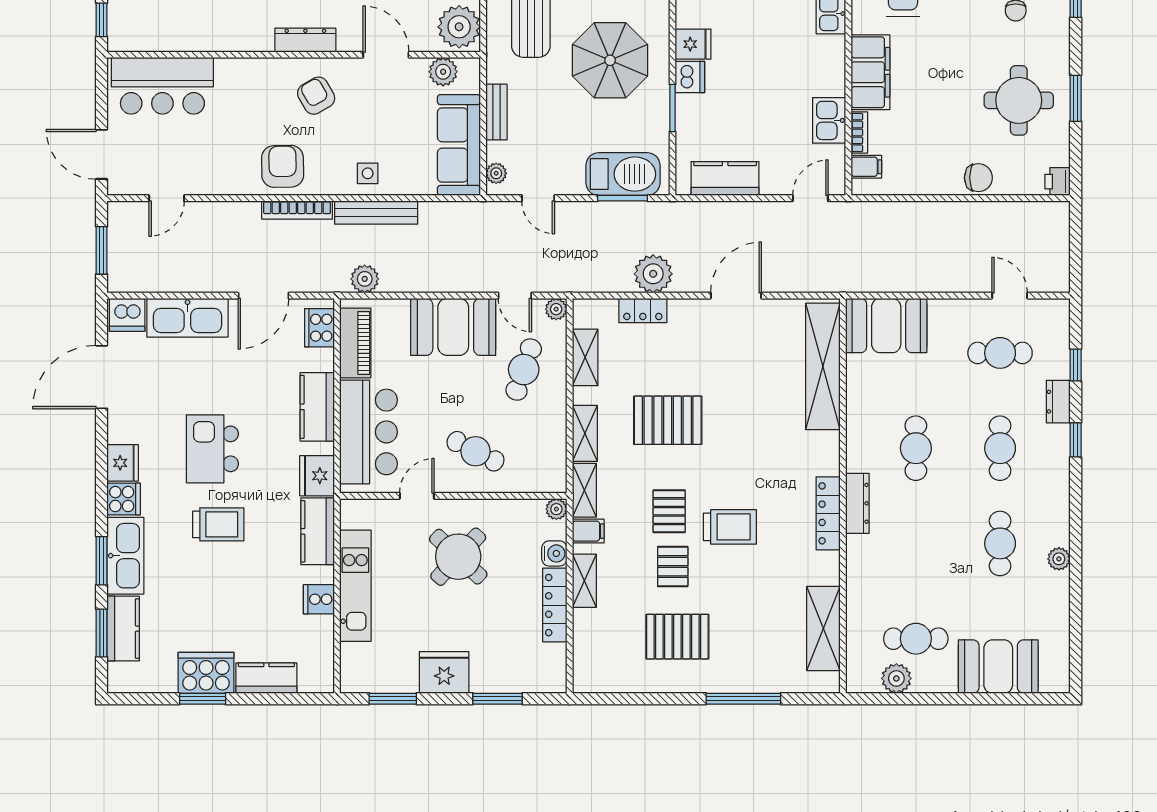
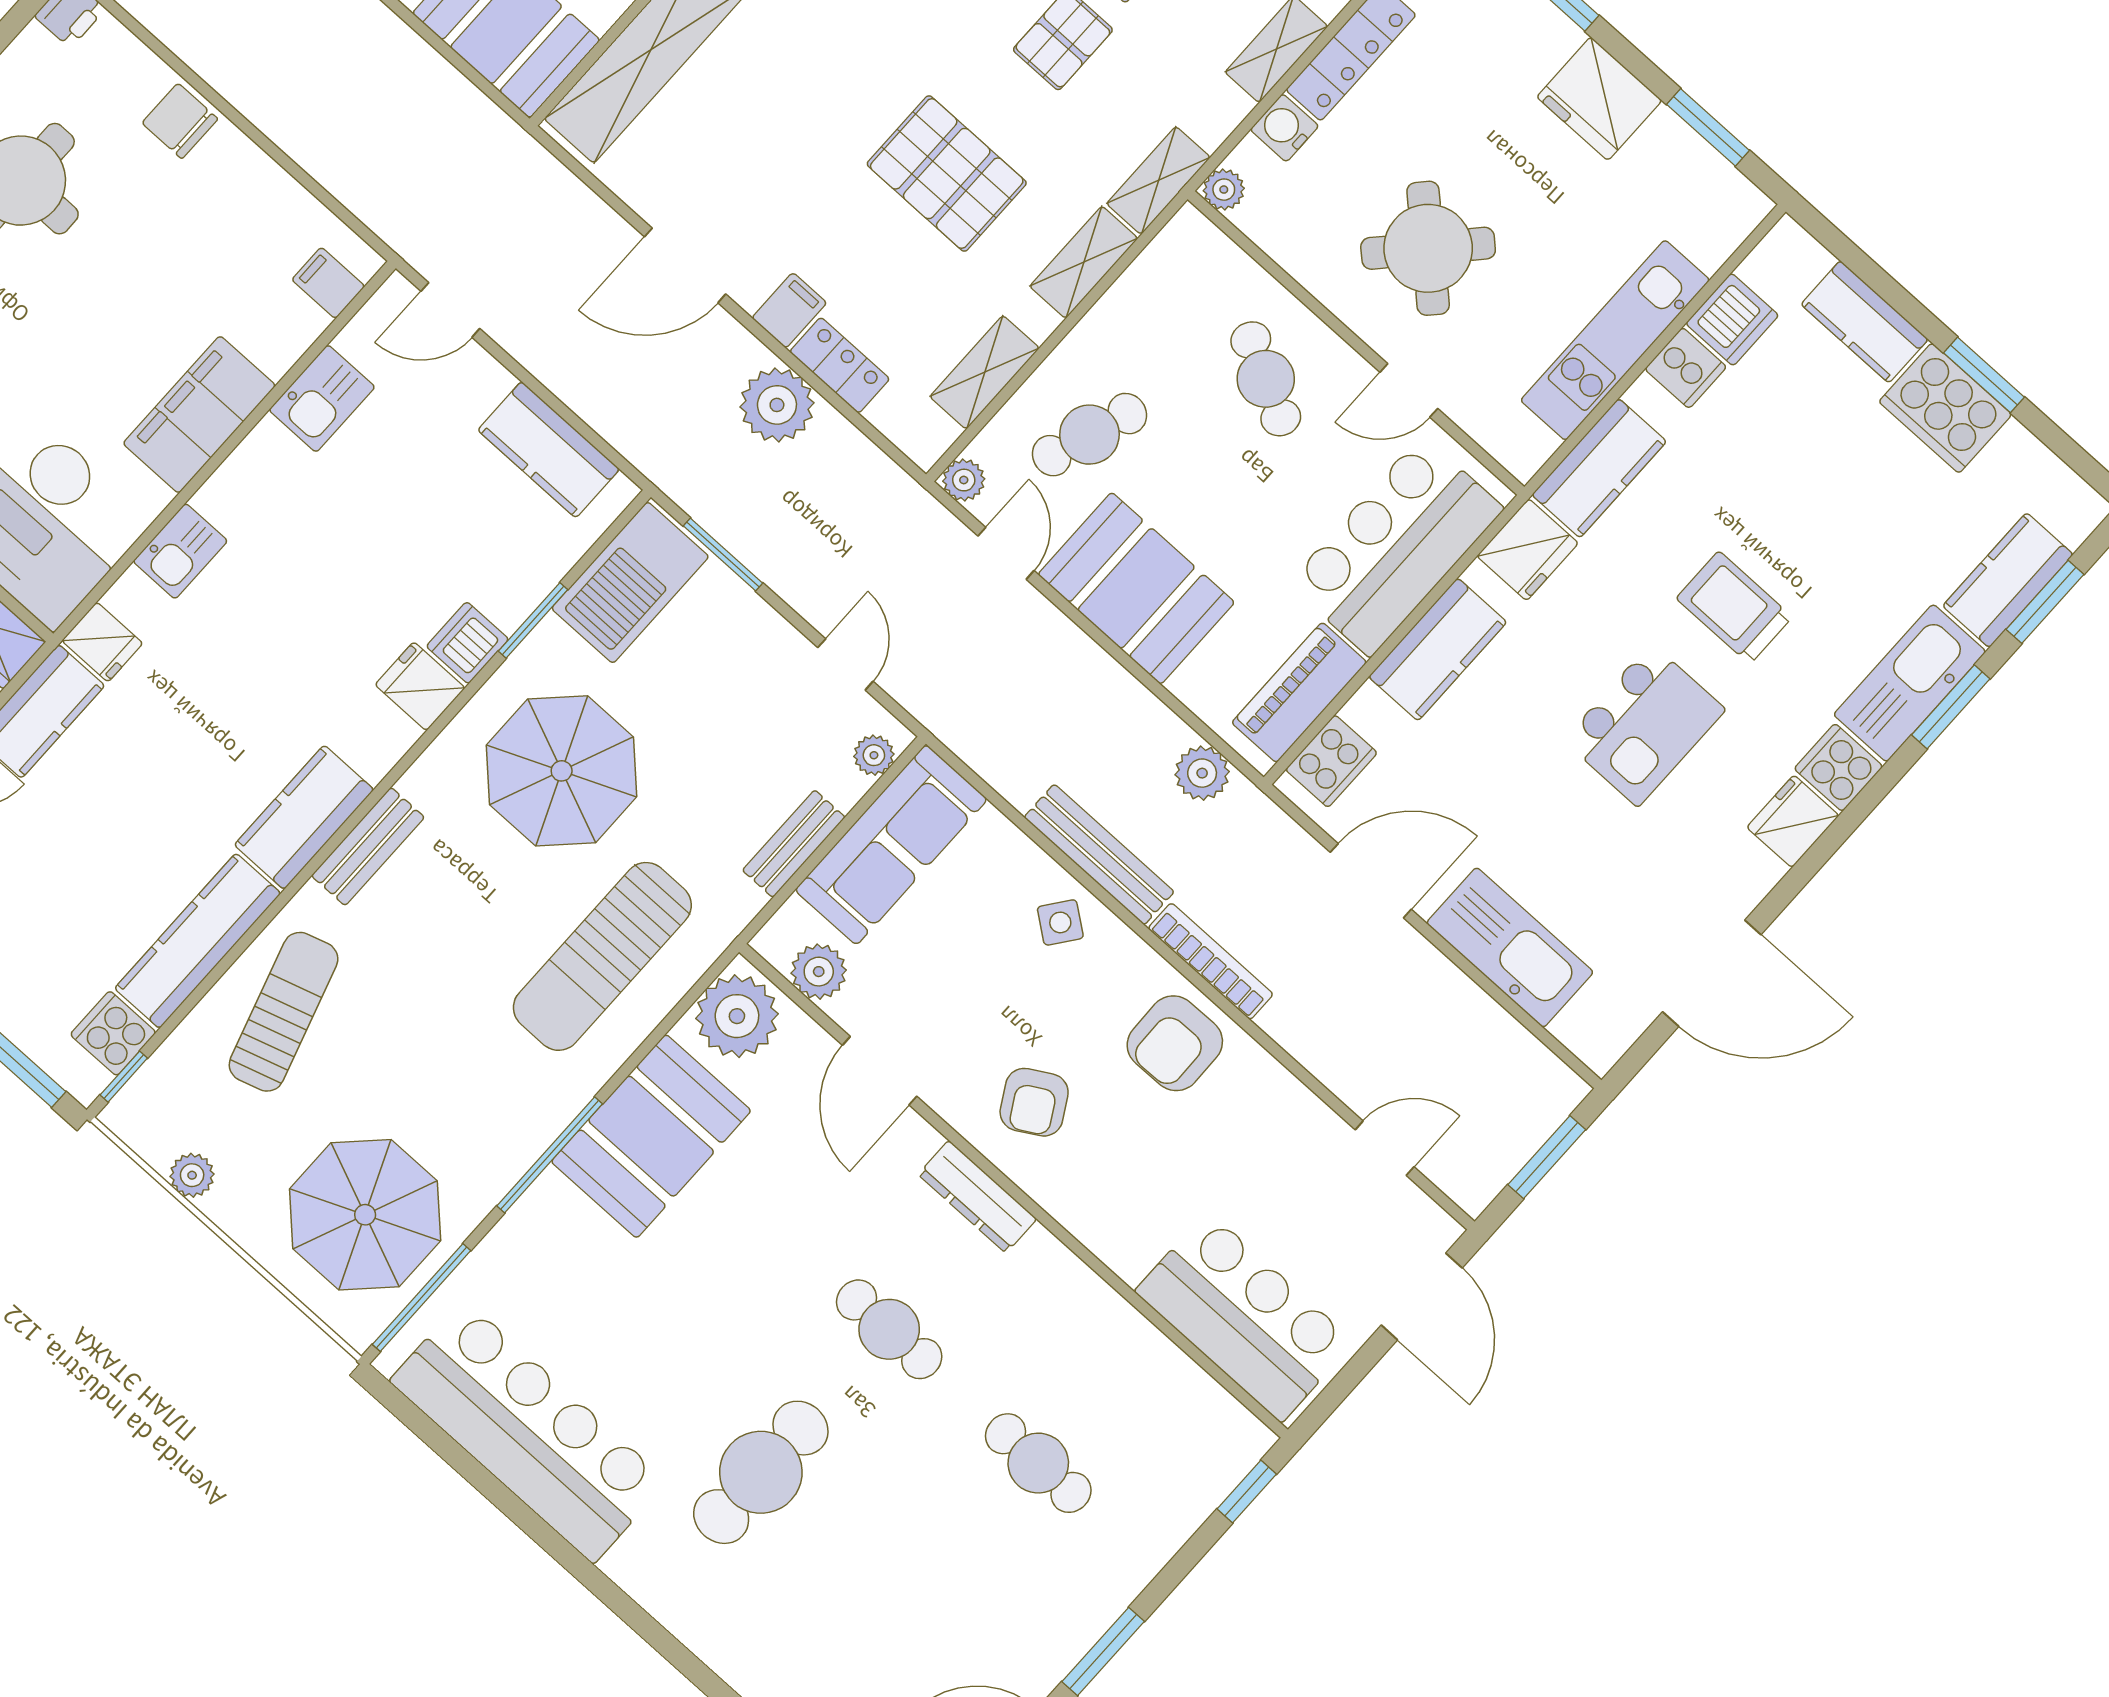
bookcase: (859, 132) -> (294, 342), removed
side table: (368, 173) -> (1060, 922), turned 37
barbecue: (623, 174) -> (630, 583), moved, turned -90
dishwasher: (127, 315) -> (1732, 319), moved, turned 90
filing cabinet: (588, 531) -> (789, 310), moved, turned 90

